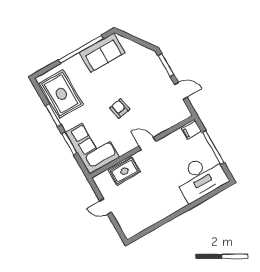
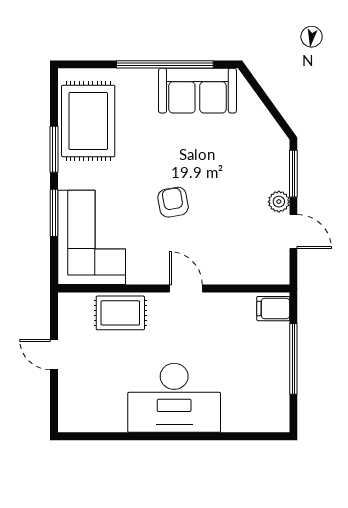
plant: (167, 81) -> (279, 202), added
desk: (201, 178) -> (174, 398), moved

